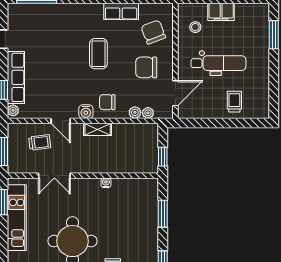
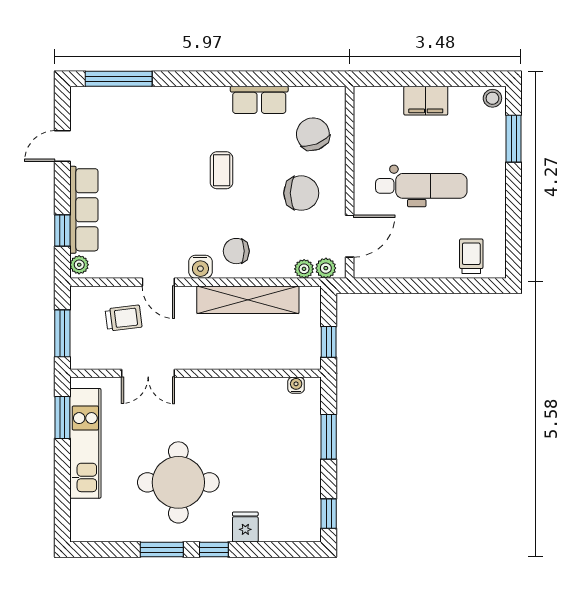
stool: (195, 27) -> (492, 98), moved
coffee table: (98, 54) -> (222, 170), width x0.73, depth x0.77
chair: (146, 67) -> (301, 193), turned 180
trolley: (234, 102) -> (471, 256), moved
plant: (135, 112) -> (326, 268), moved
shelving: (98, 129) -> (248, 300), width x2.20, depth x1.33
water cooler: (106, 183) -> (296, 385), moved

